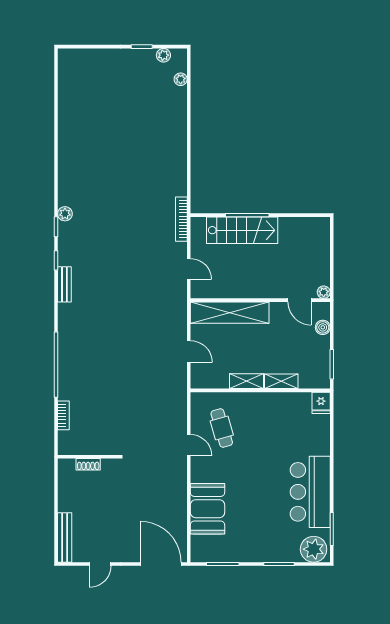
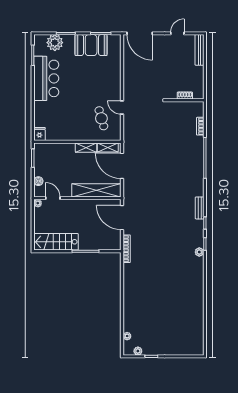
stairs: (242, 230) -> (56, 242), moved
door: (189, 269) -> (122, 218), width x1.88
door: (189, 352) -> (122, 166), width x1.88
shelving: (281, 381) -> (108, 147), moved
booth: (207, 509) -> (91, 45), moved, turned 90
plant: (314, 549) -> (55, 43), moved

